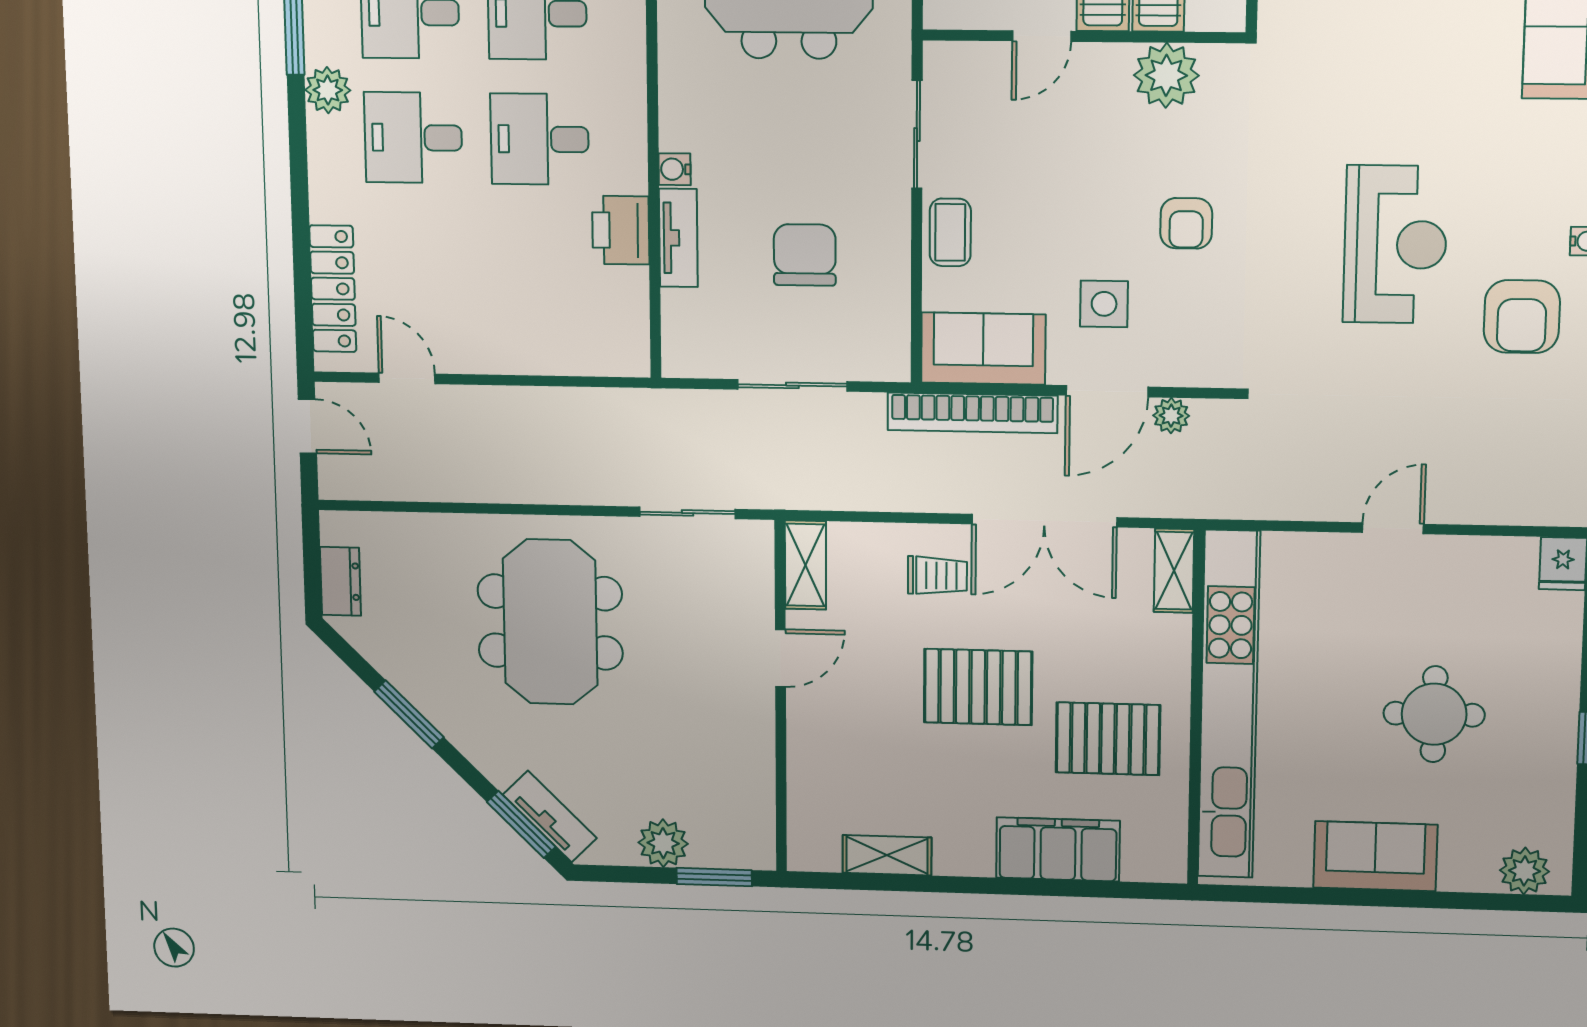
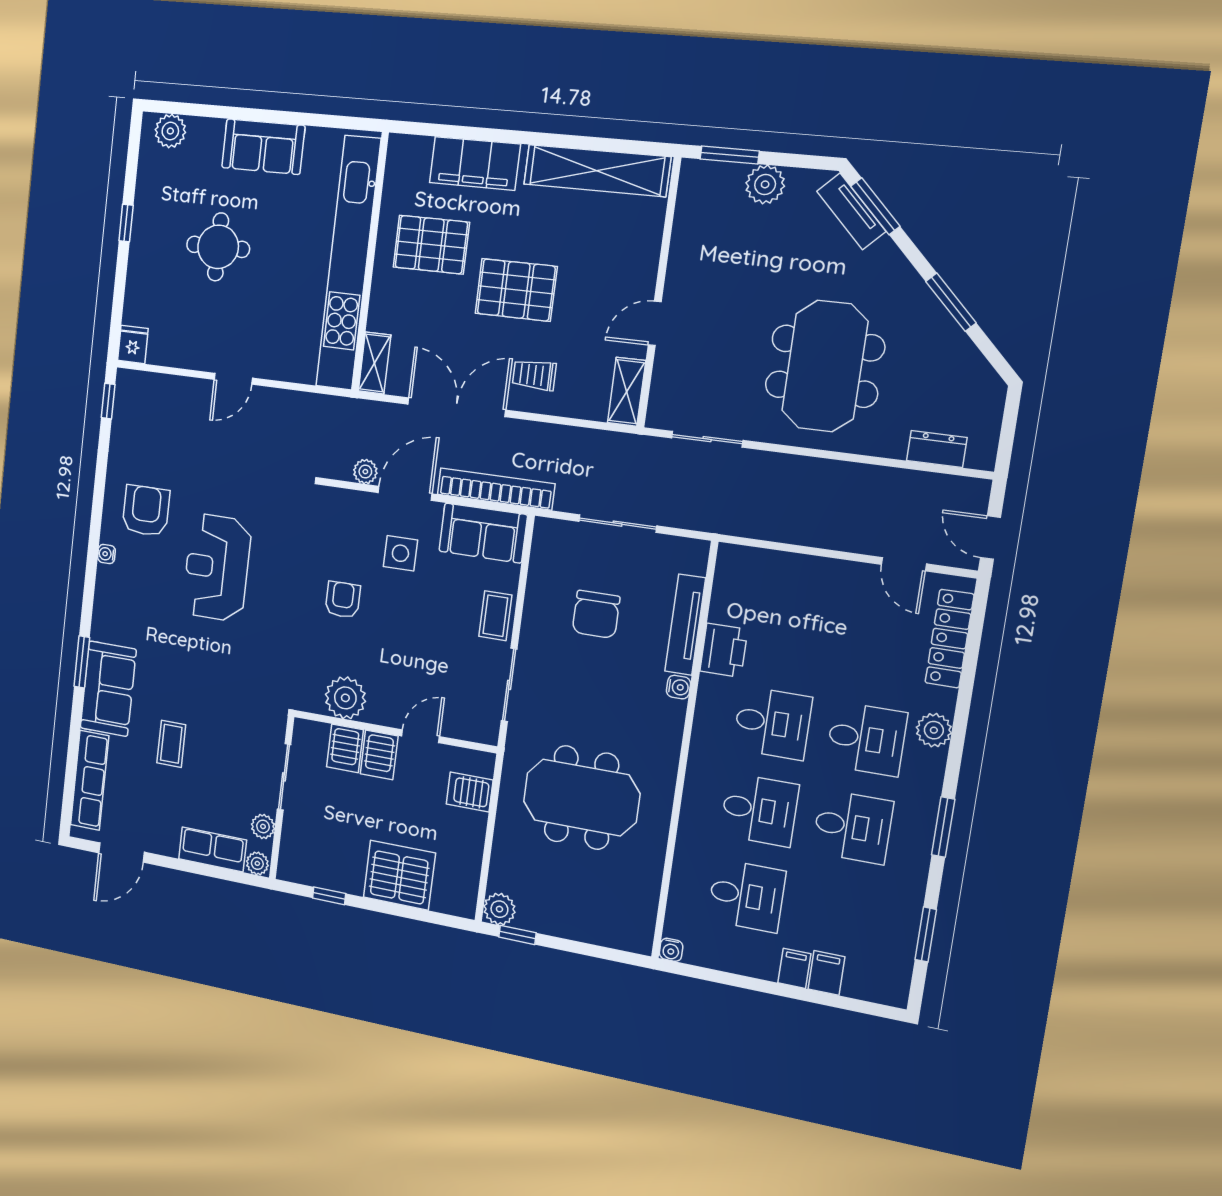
plant: (328, 90) -> (934, 730), moved
tv unit: (678, 238) -> (685, 625), width x1.41
dresser: (340, 581) -> (937, 449), moved, turned 90
shelving: (887, 855) -> (597, 171), width x2.20, depth x1.33

